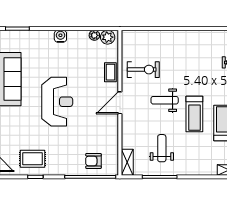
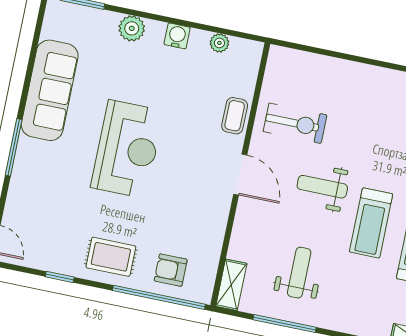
water cooler: (60, 36) -> (177, 36), moved
plant: (108, 37) -> (132, 28), moved
door: (120, 103) -> (240, 175), swing flipped
rug: (33, 159) -> (111, 257), moved

